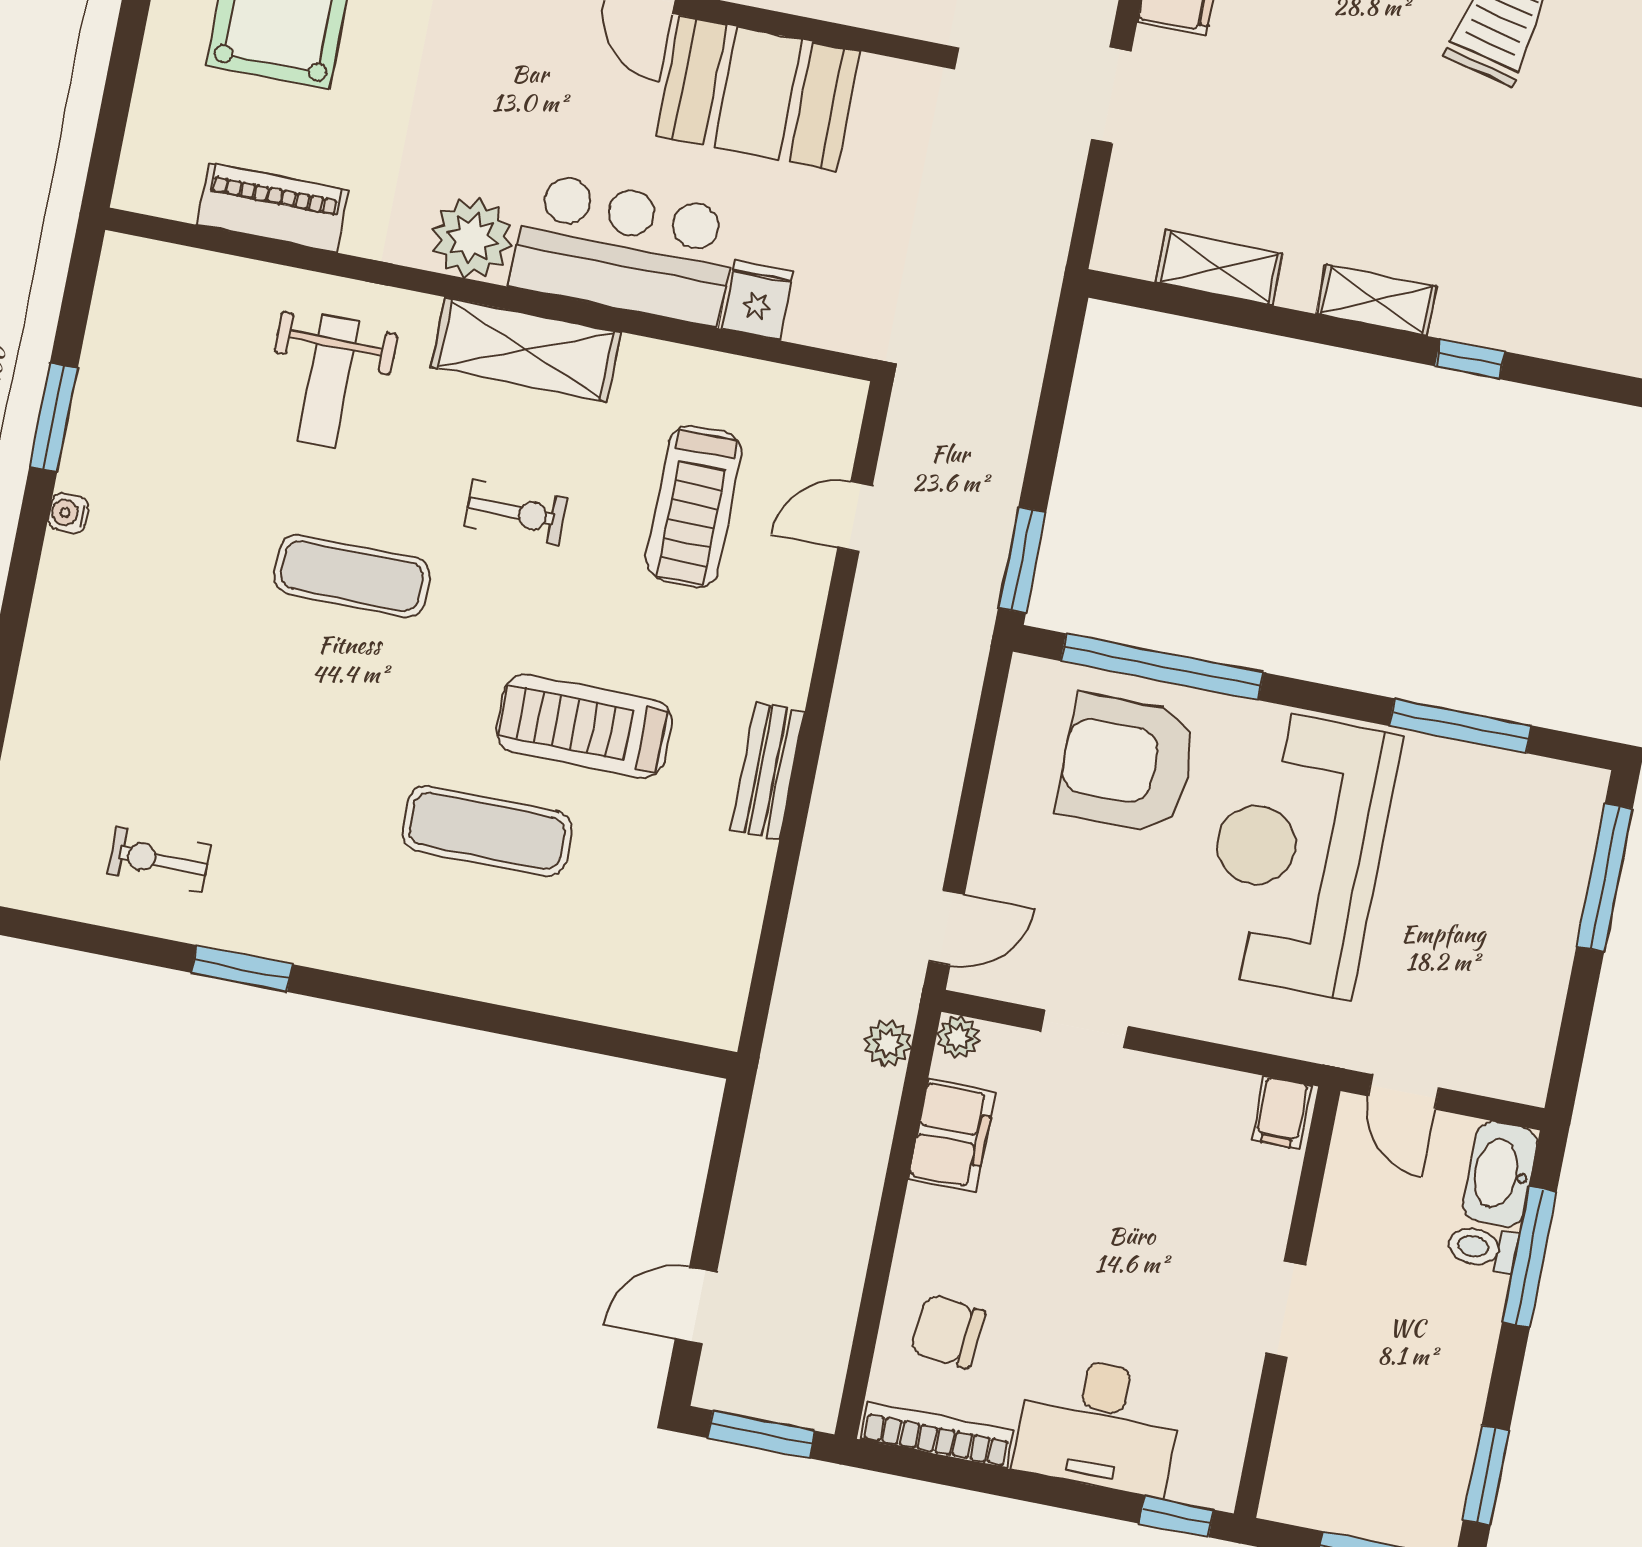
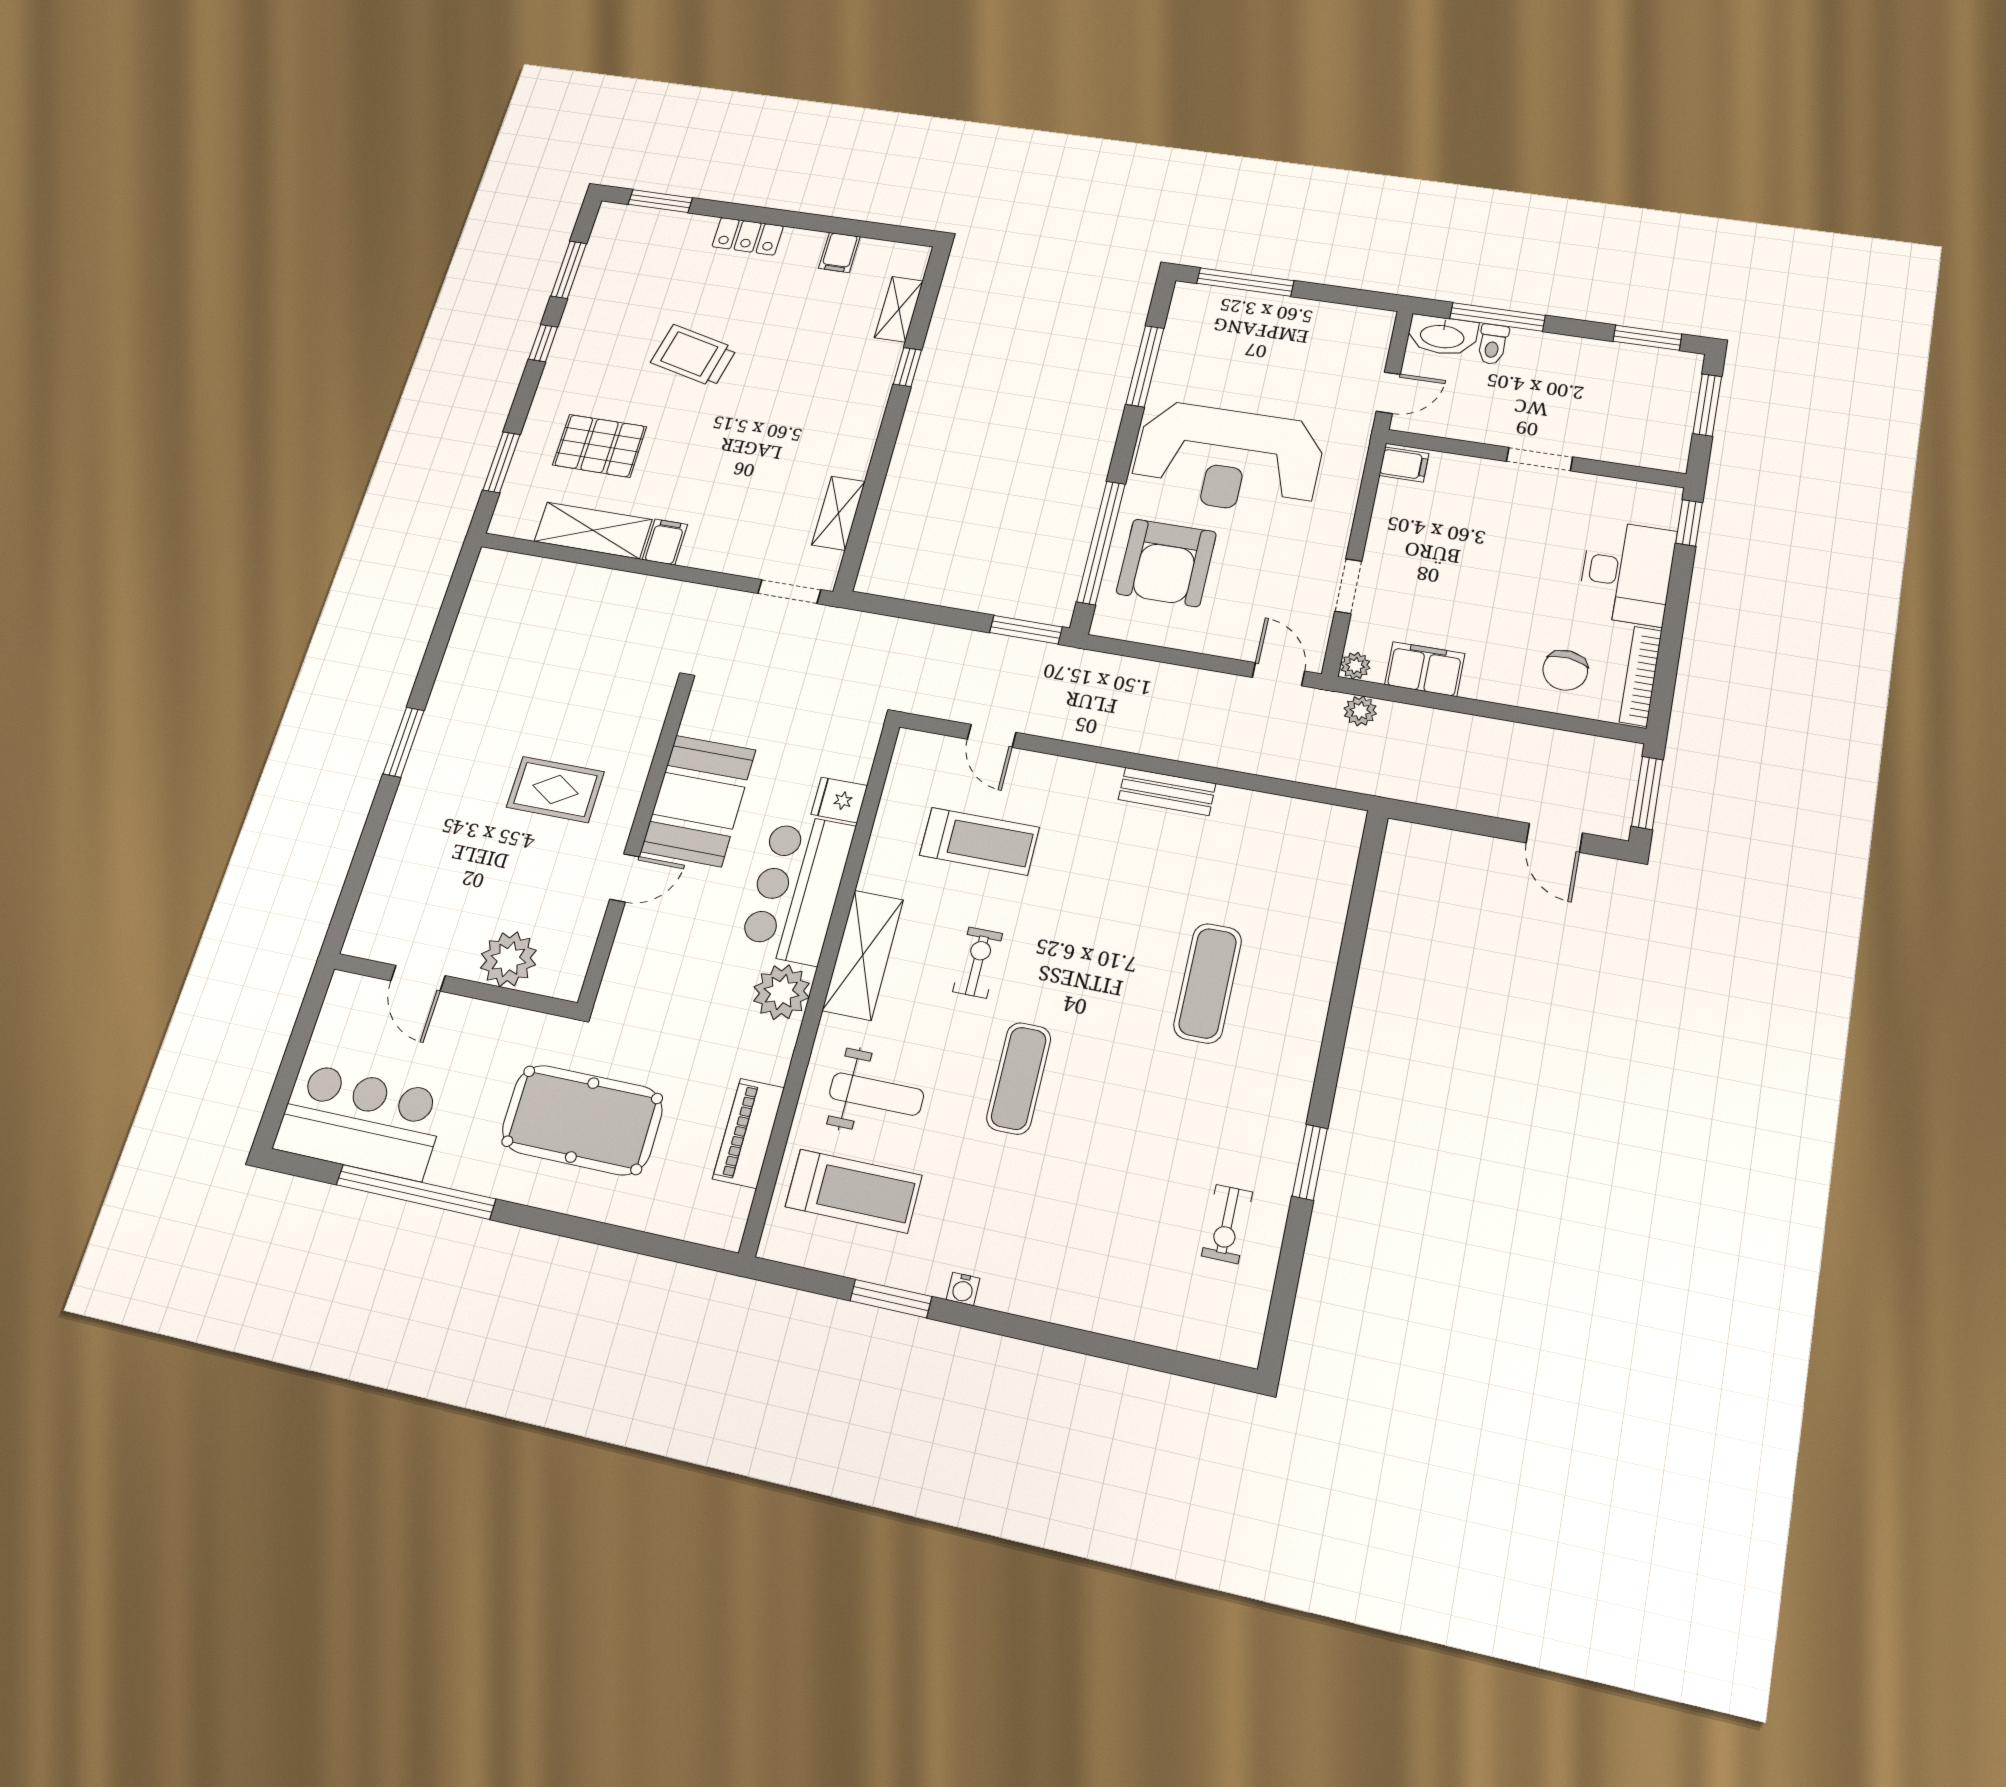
doorway: (1111, 95) -> (789, 592), moved
shelving: (1376, 300) -> (899, 309), moved
treadmill: (584, 726) -> (854, 1191), moved, turned -90

